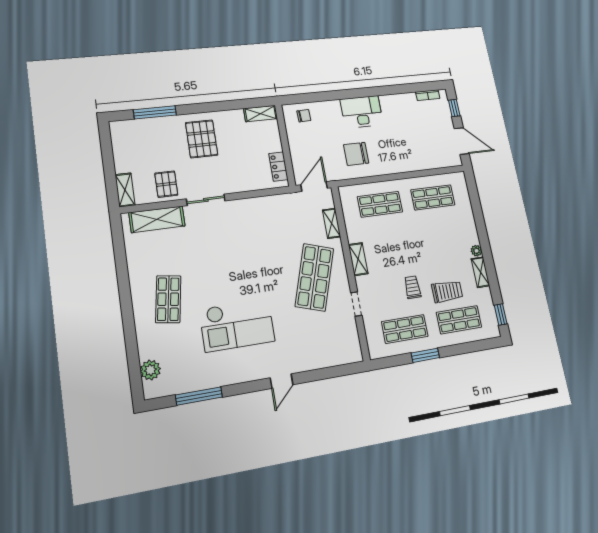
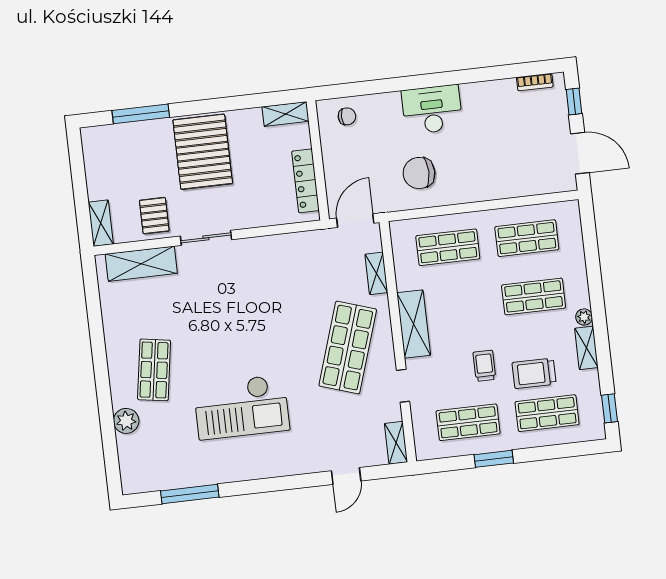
pallet: (202, 139) -> (203, 152), width x1.37, depth x1.41
locker: (278, 167) -> (305, 181), width x1.53
shop shelf: (441, 237) -> (534, 296), added
shelving: (358, 259) -> (414, 324), width x1.50, depth x1.33
trolley: (447, 291) -> (534, 373), turned 180
shelving: (354, 347) -> (396, 443), added
plant: (150, 370) -> (126, 421), moved
door: (282, 381) -> (346, 476), moved

